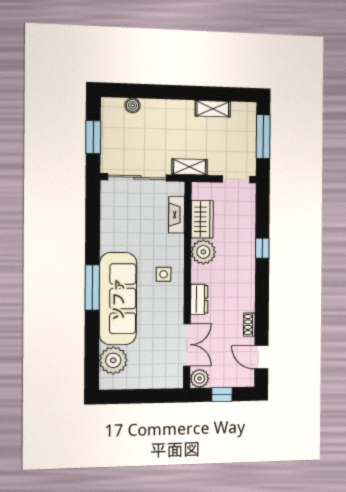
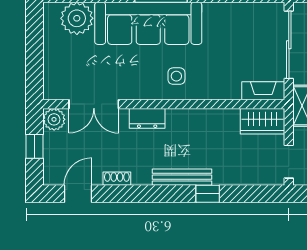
fireplace: (177, 215) -> (263, 91), moved
wardrobe: (202, 219) -> (262, 121), moved
plant: (203, 252) -> (203, 123), removed
bench: (248, 270) -> (182, 177), added

